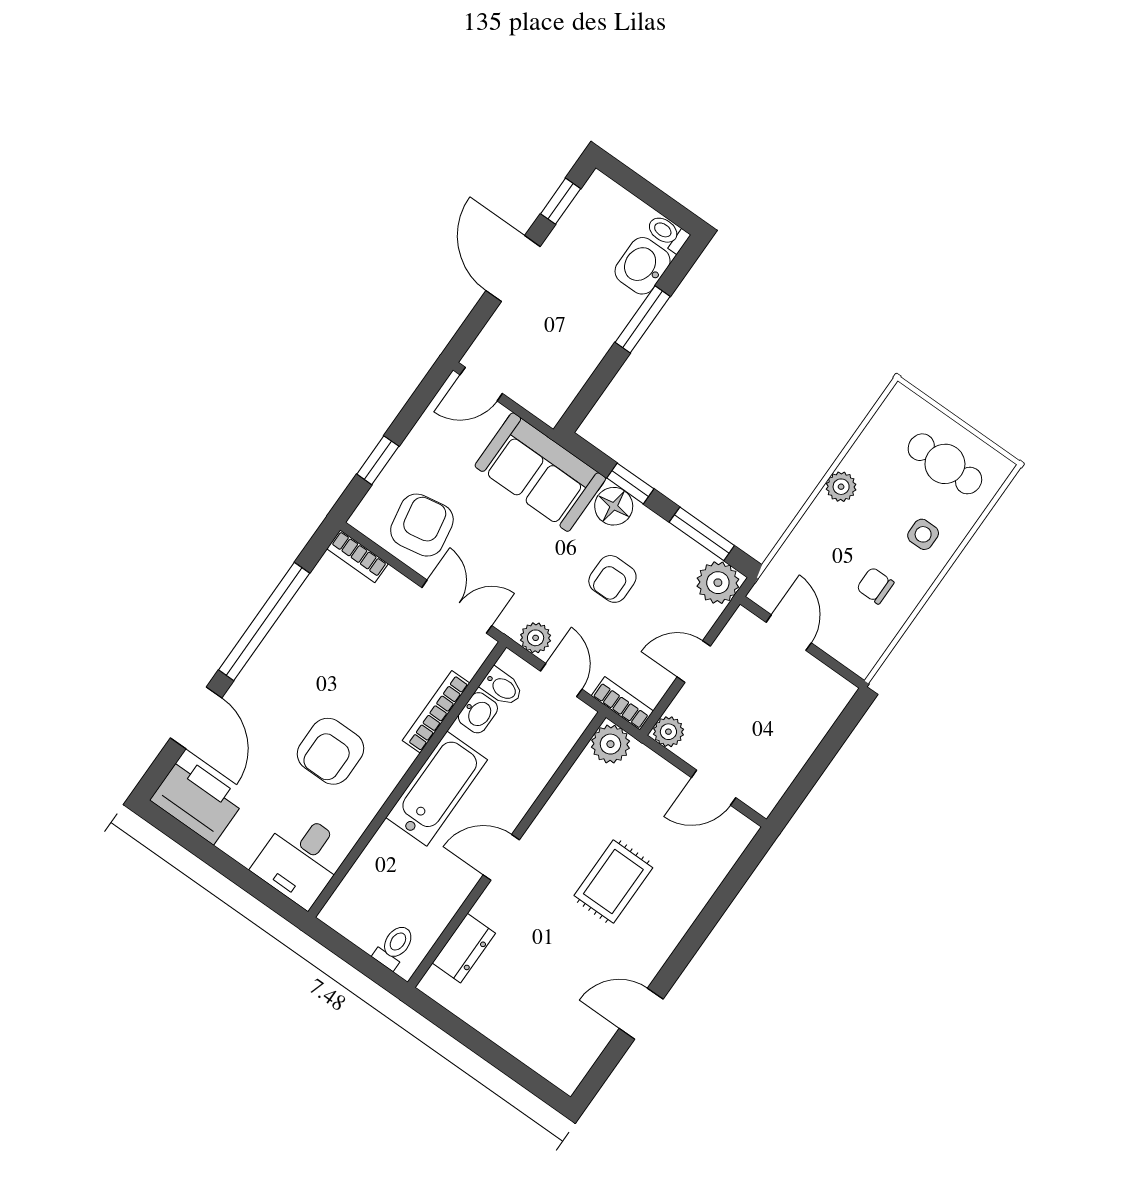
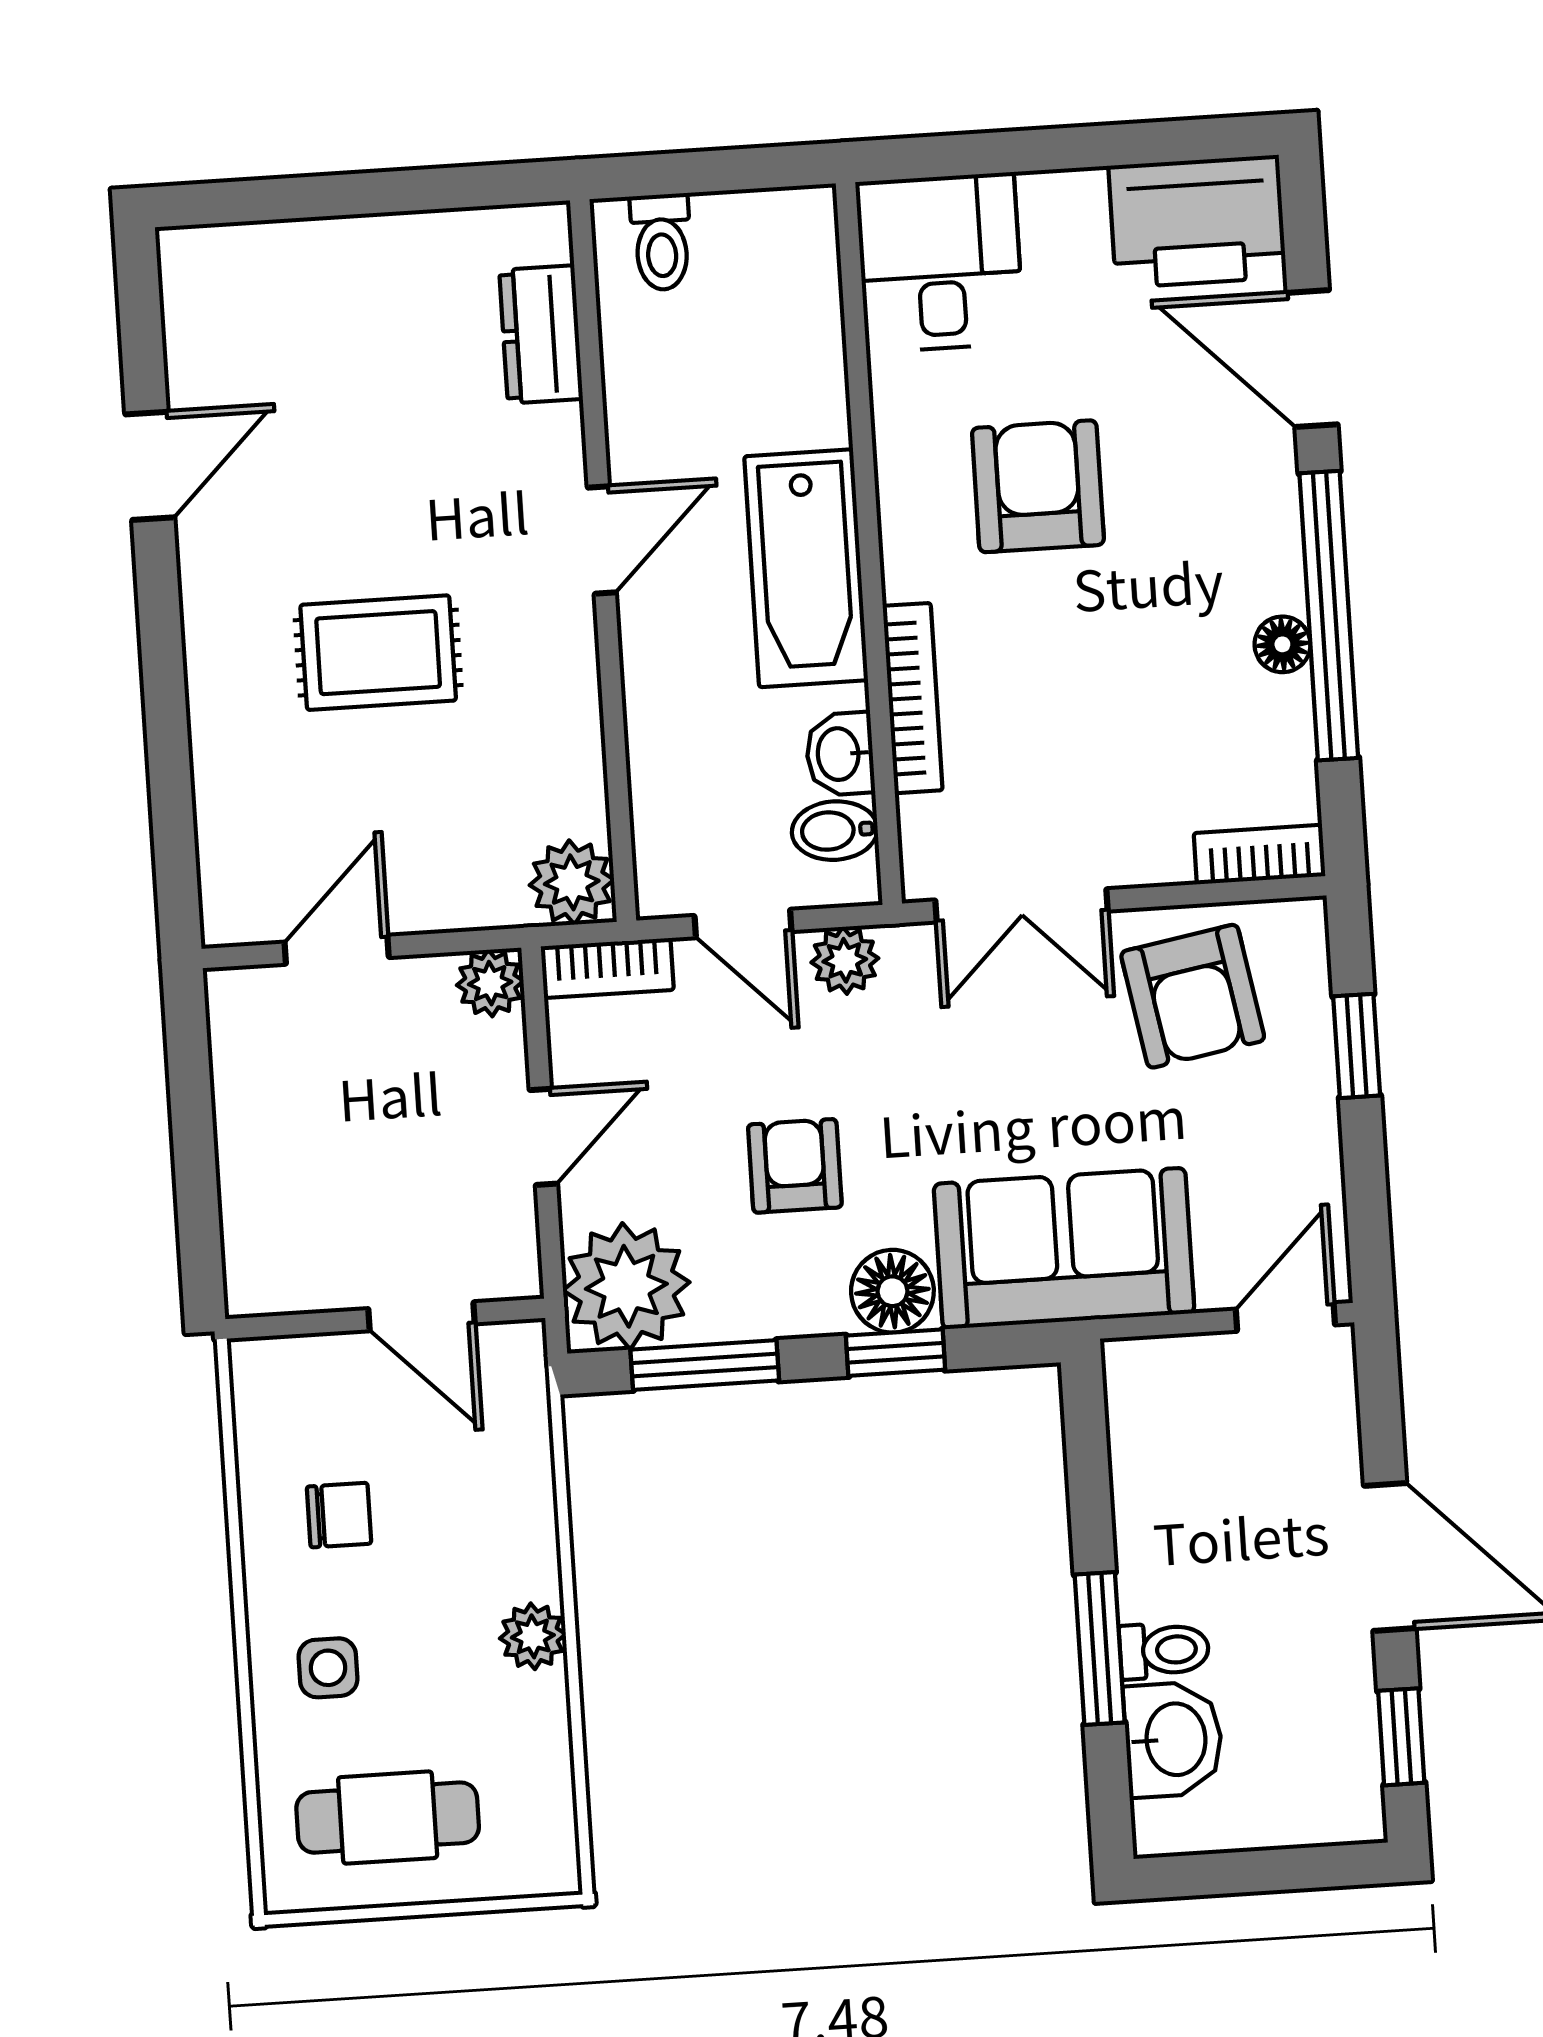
toilet: (667, 233) -> (1164, 1650), moved
plant: (718, 583) -> (626, 1286), width x1.36, depth x1.36
floor lamp: (289, 625) -> (1282, 644), added
rug: (613, 882) -> (378, 653), turned 90

